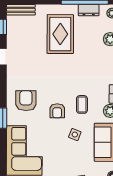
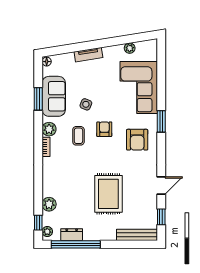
bench: (21, 10) -> (137, 235), width x1.36
rug: (60, 34) -> (108, 194), moved

